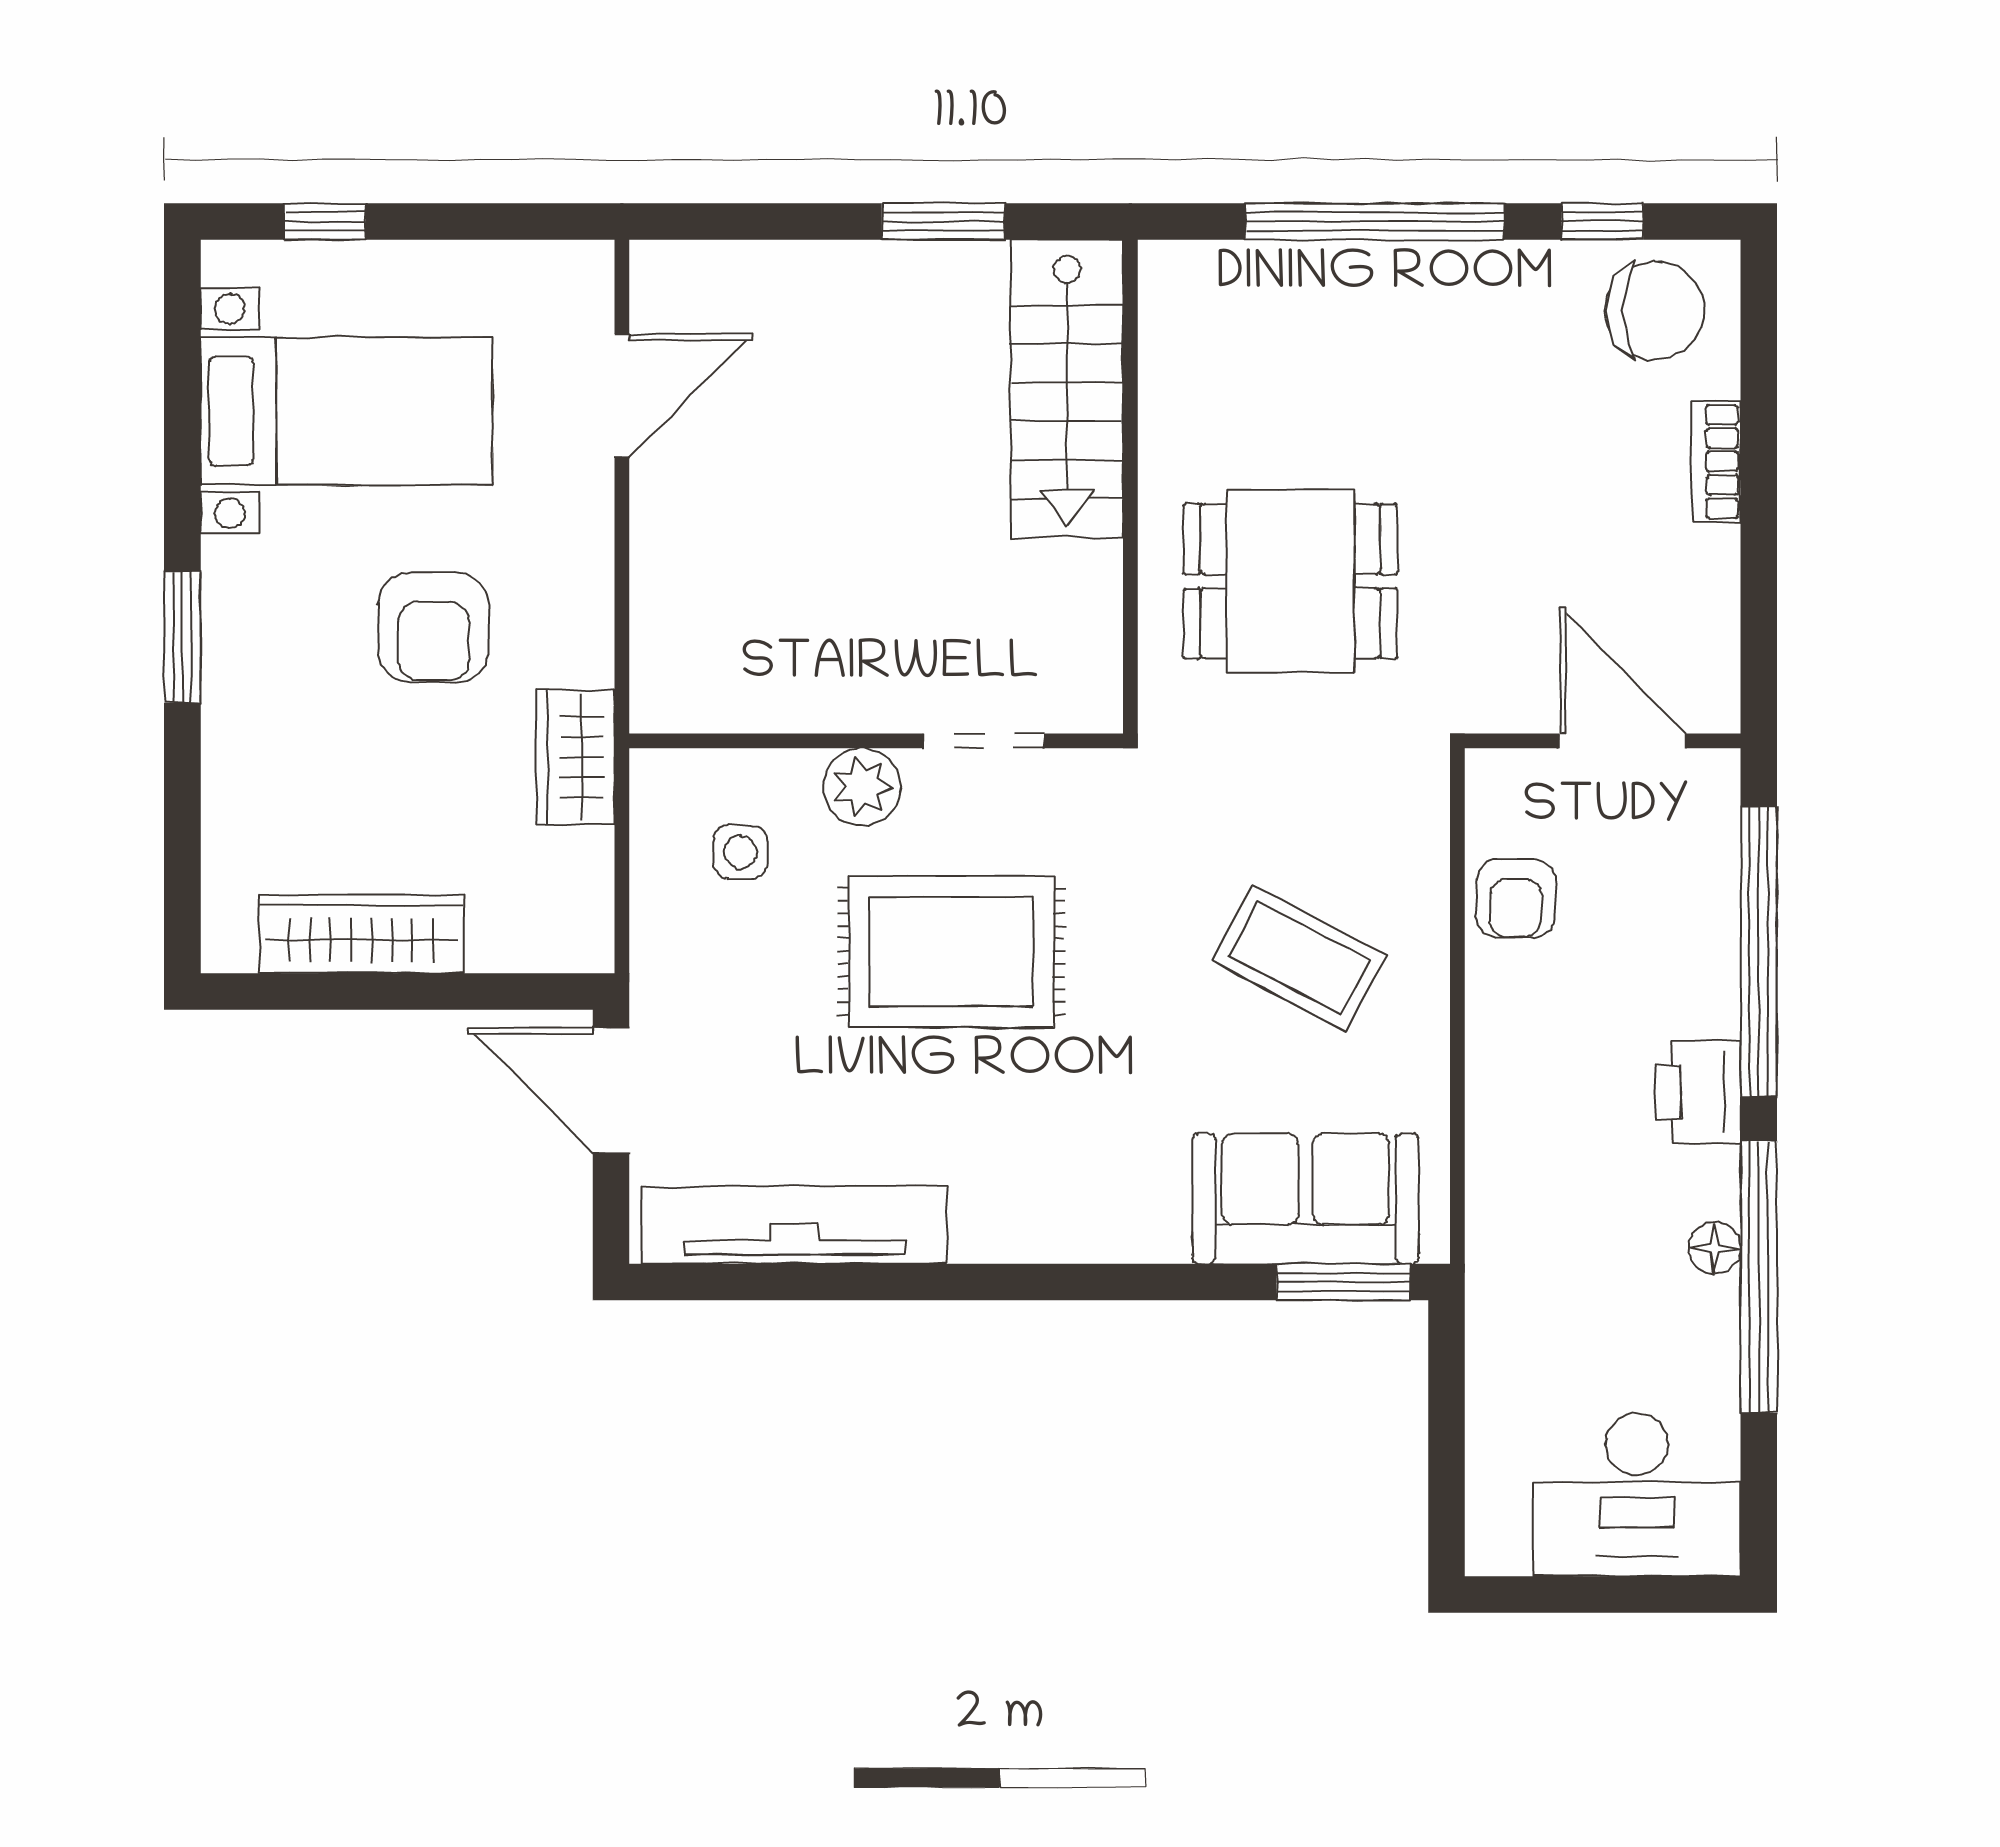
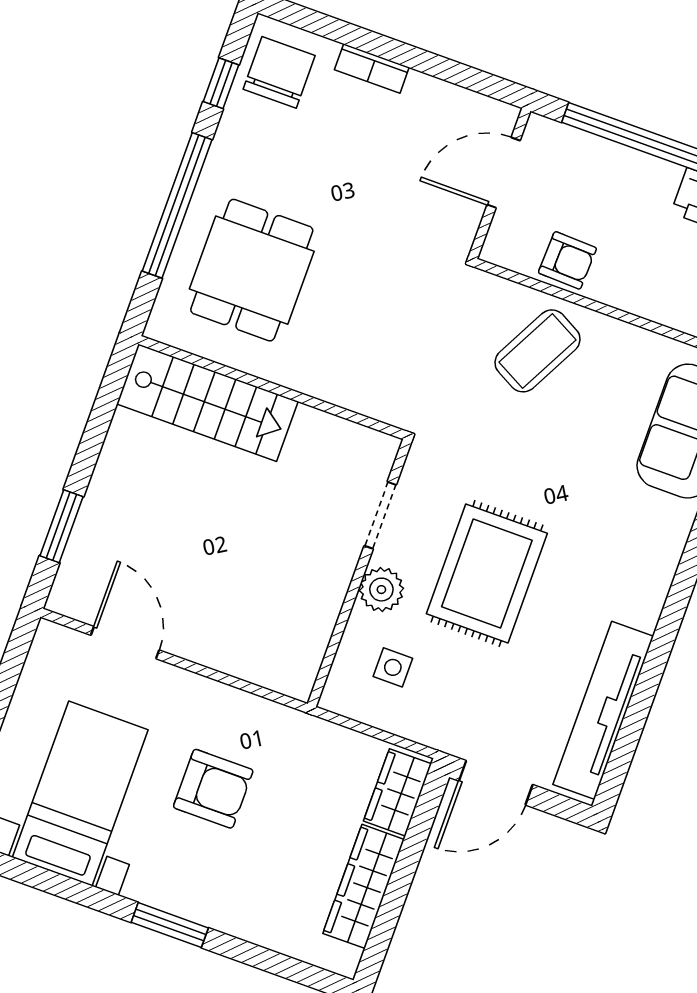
window: (943, 221) -> (62, 526), moved
dining table: (1290, 581) -> (252, 270), moved
wardrobe: (575, 757) -> (398, 792), moved, turned 90
coffee table: (1299, 958) -> (537, 351), moved

